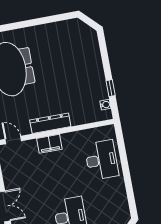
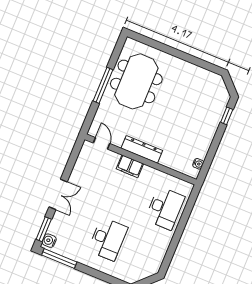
window: (111, 88) -> (227, 116), moved

